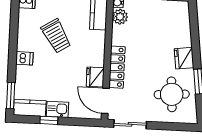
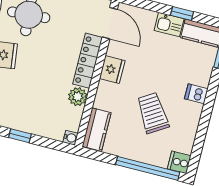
plant: (120, 17) -> (78, 97), moved
fridge: (95, 77) -> (112, 70), moved

